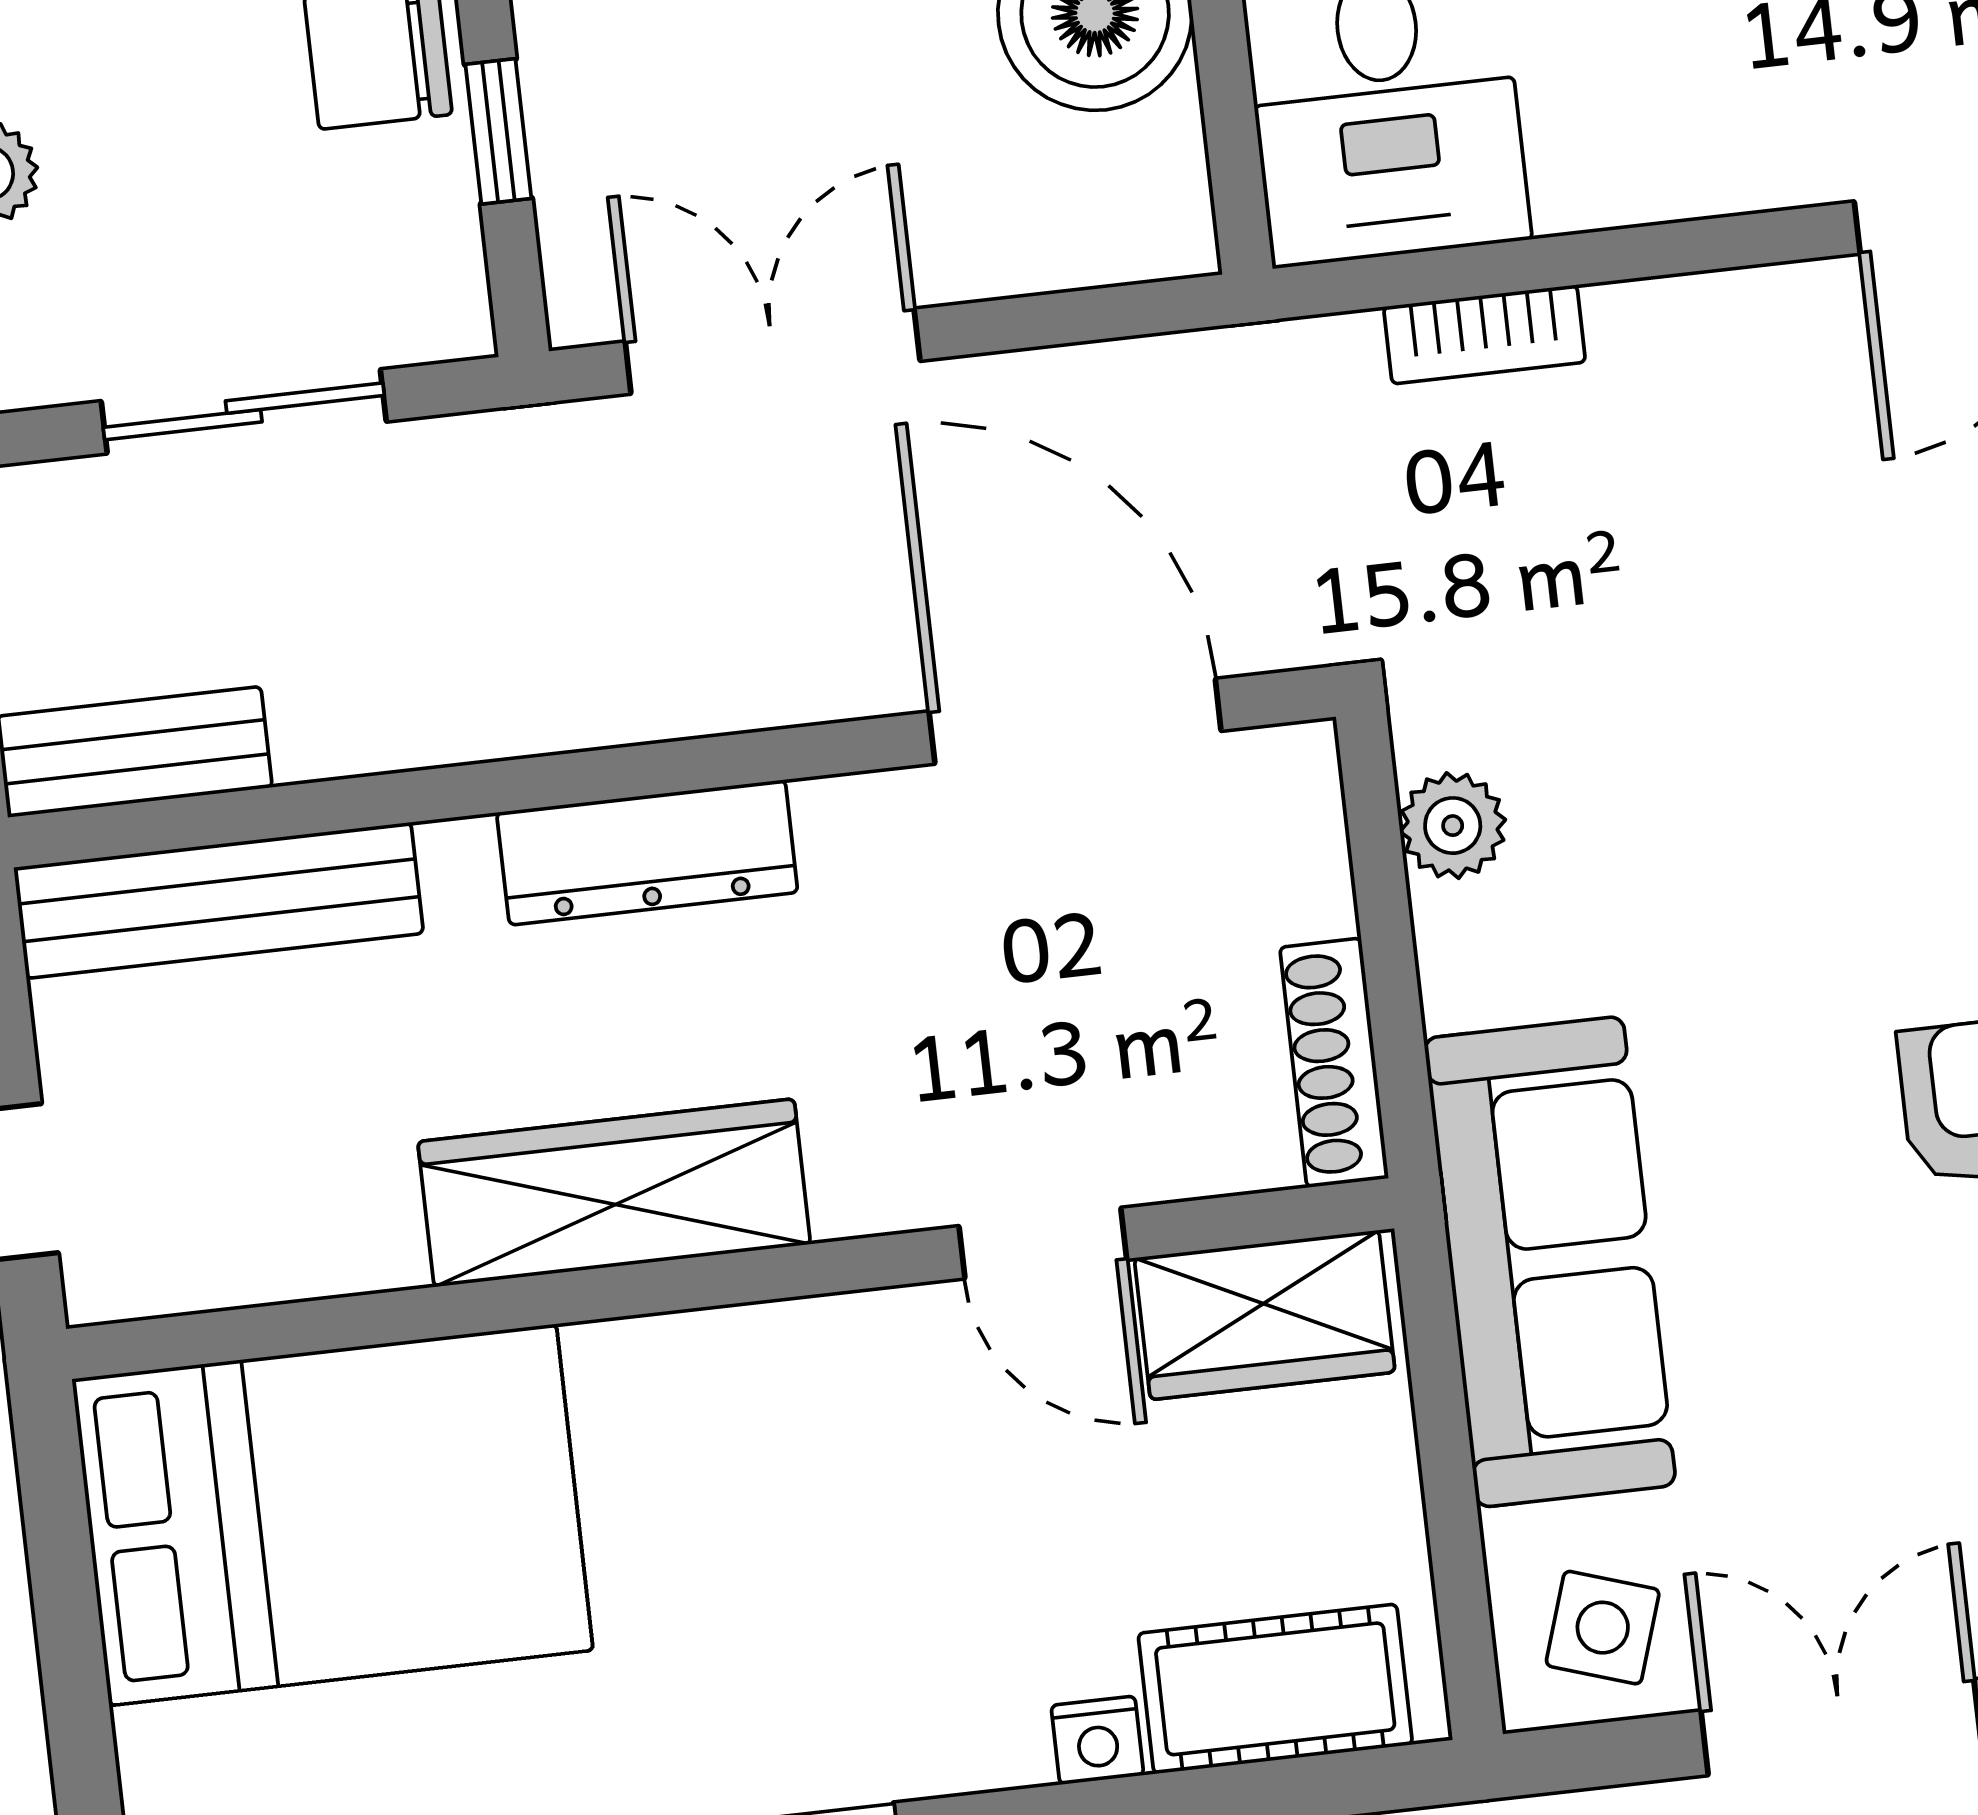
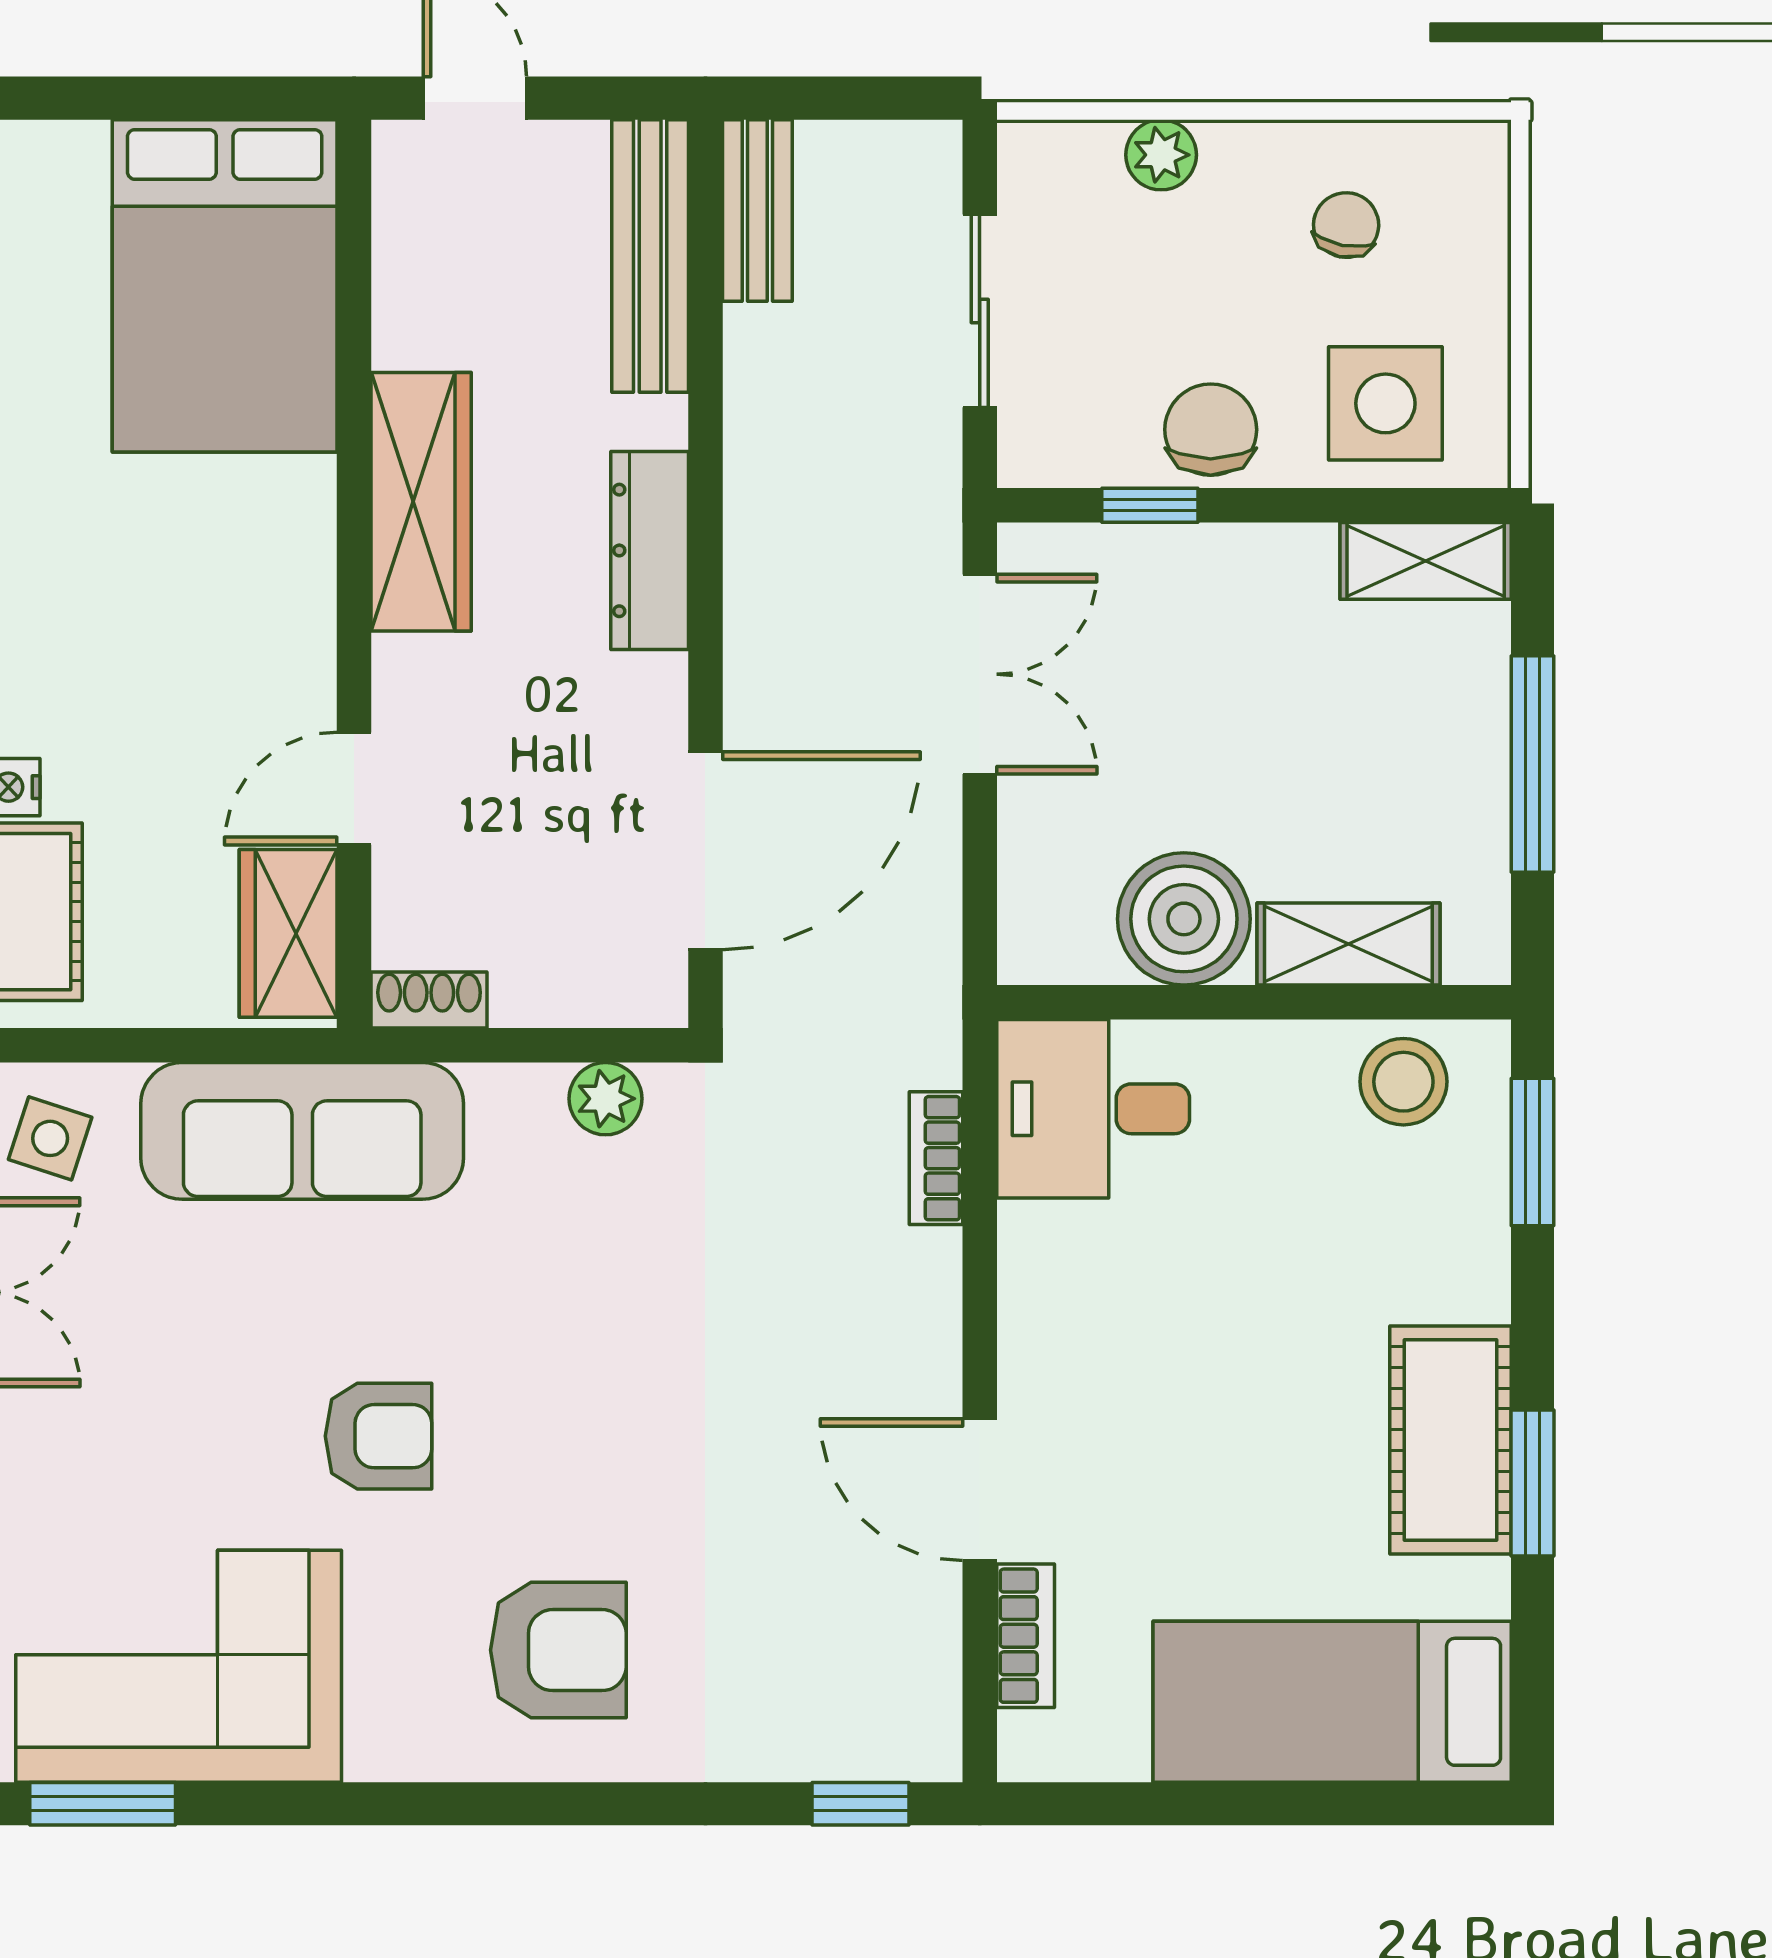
shoe rack: (1334, 1063) -> (429, 1000), width x0.70

